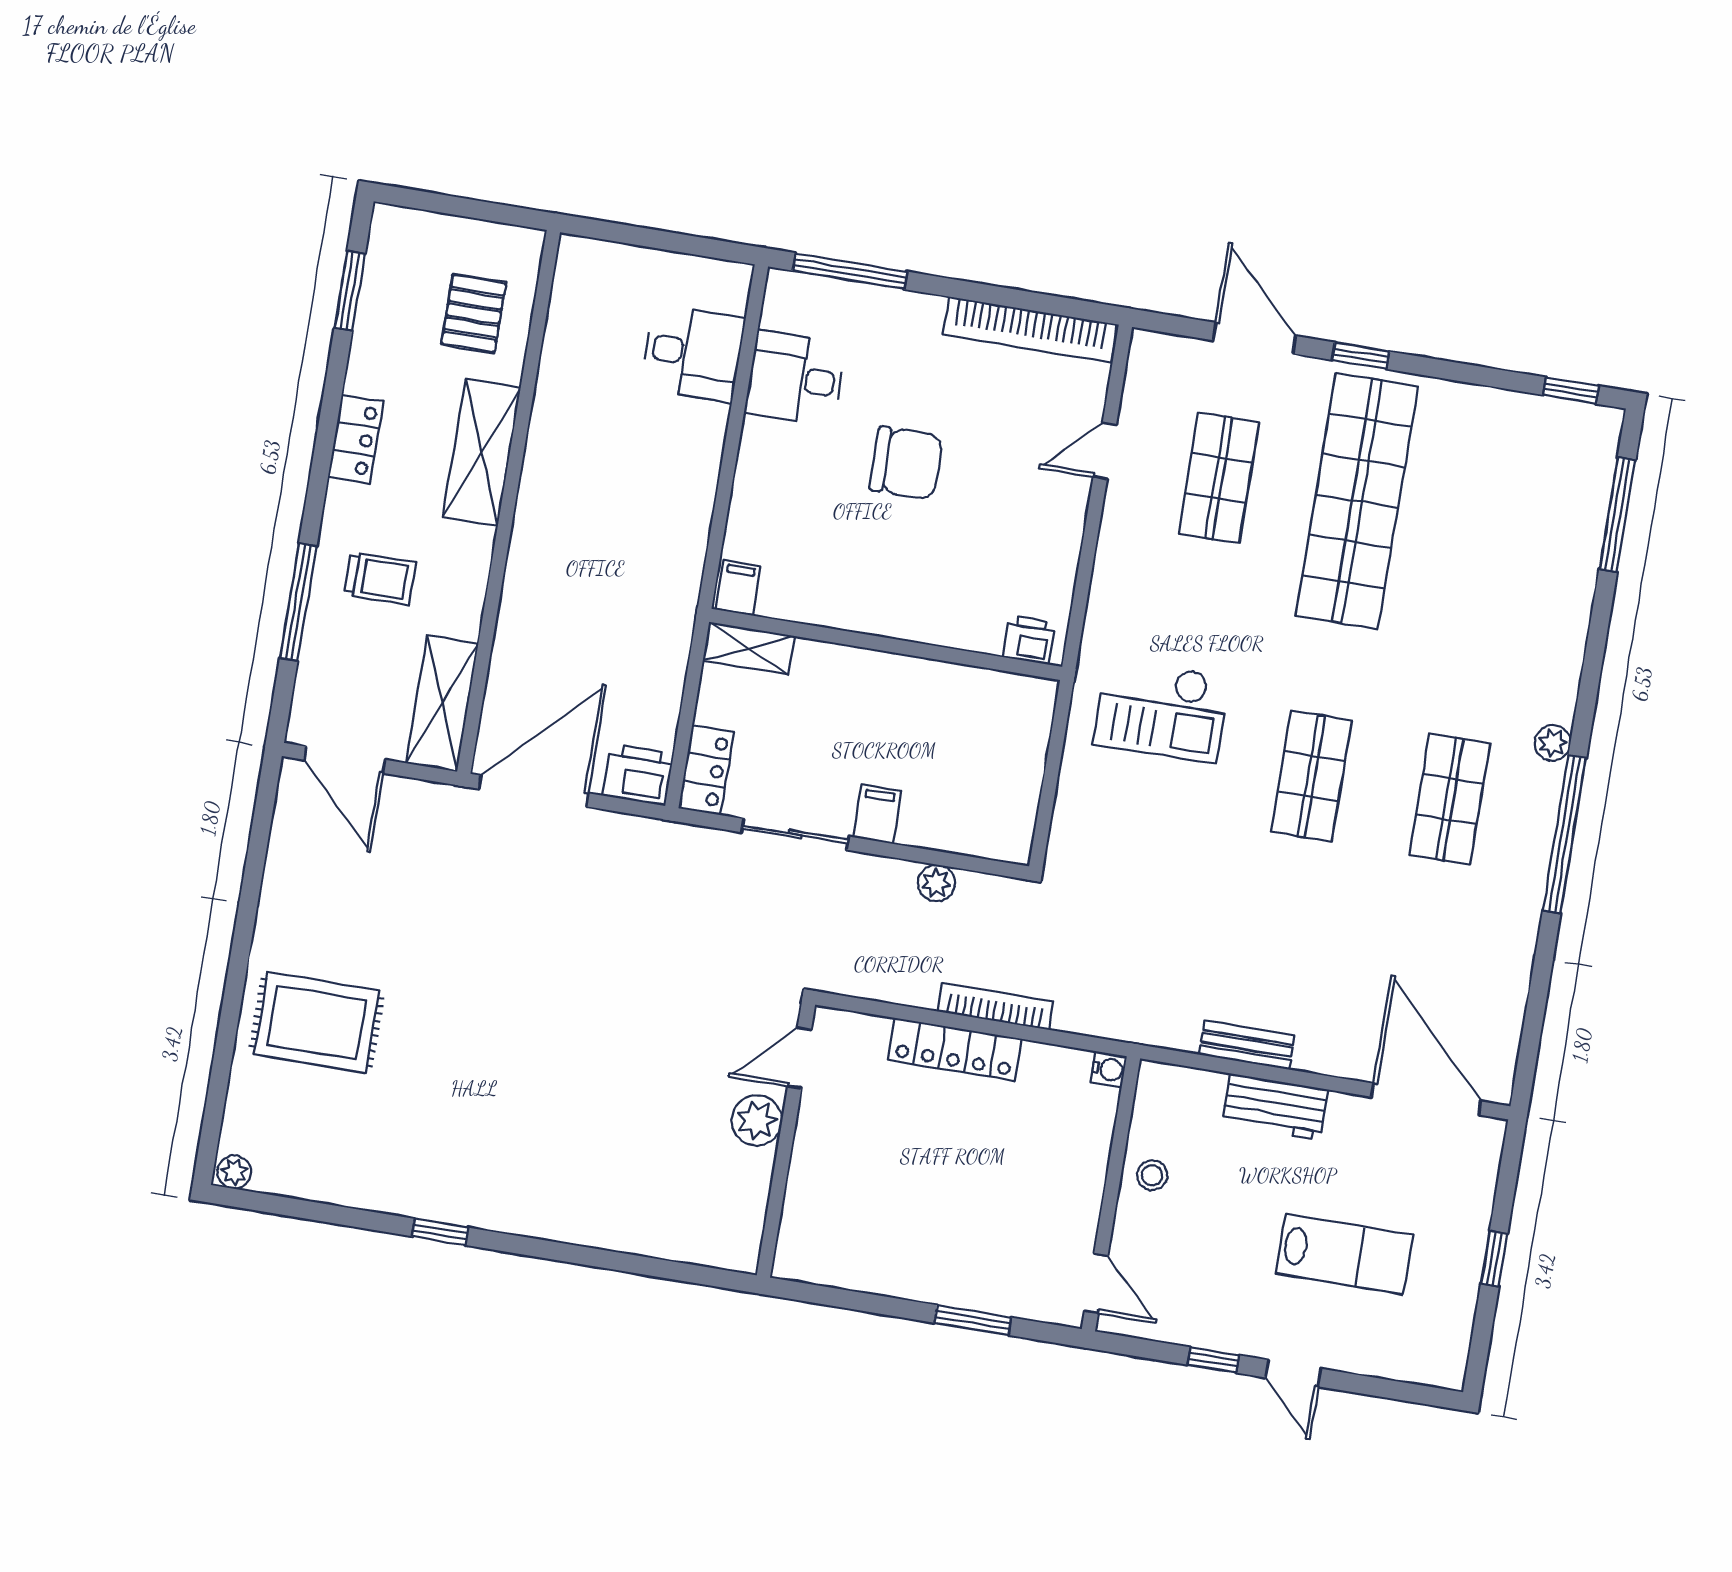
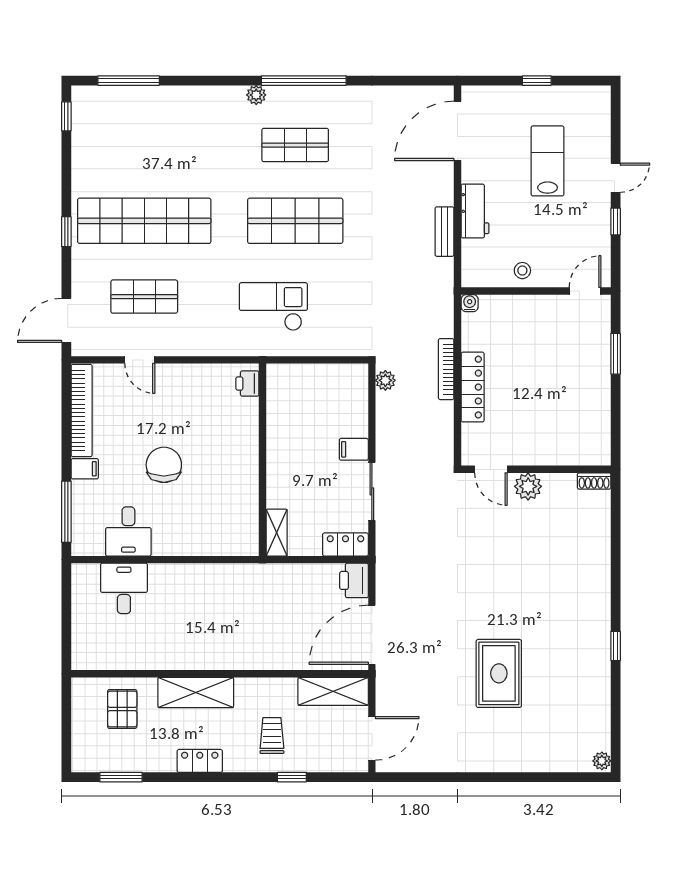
pallet: (474, 314) -> (122, 709), turned 90
door: (1254, 338) -> (66, 320), moved
filing cabinet: (738, 588) -> (85, 469), moved, turned 180
window: (298, 602) -> (292, 777), width x0.46
checkout: (1162, 710) -> (273, 307), turned -90
shop shelf: (1311, 776) -> (295, 221), width x1.43, depth x1.36
door: (534, 791) -> (372, 635), hinge flipped
plant: (936, 883) -> (385, 380), moved
rug: (317, 1022) -> (499, 673), moved
shoe rack: (747, 1242) -> (594, 481), added

